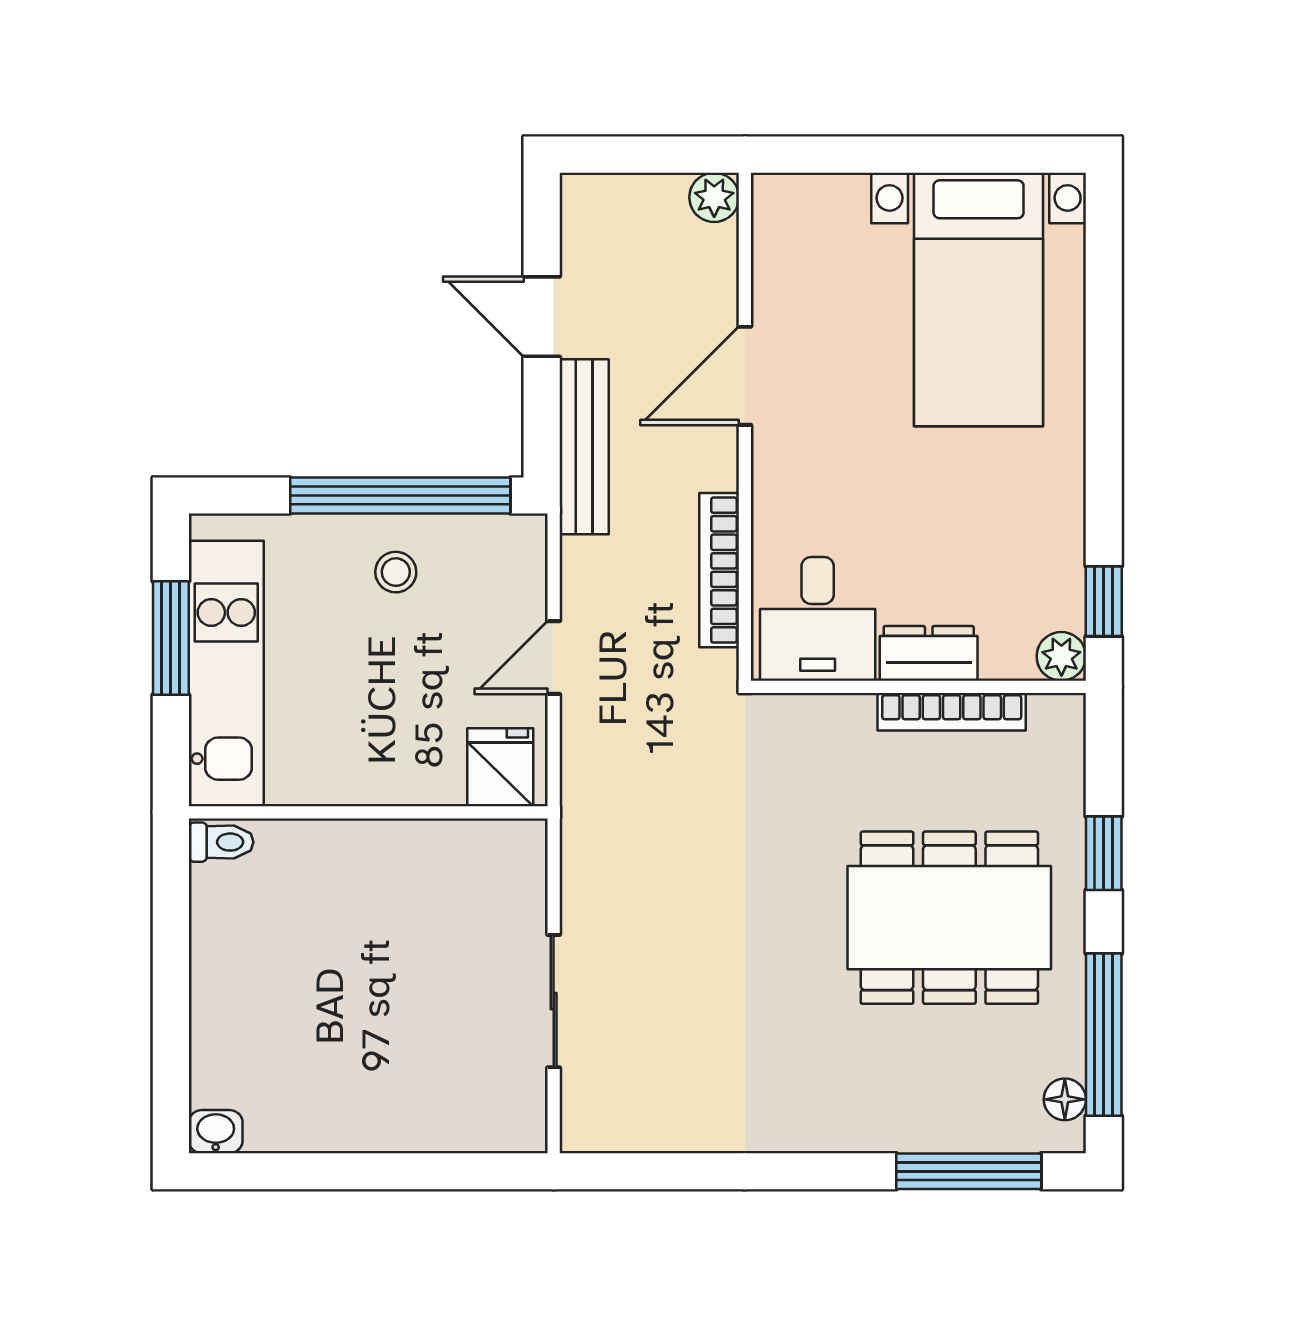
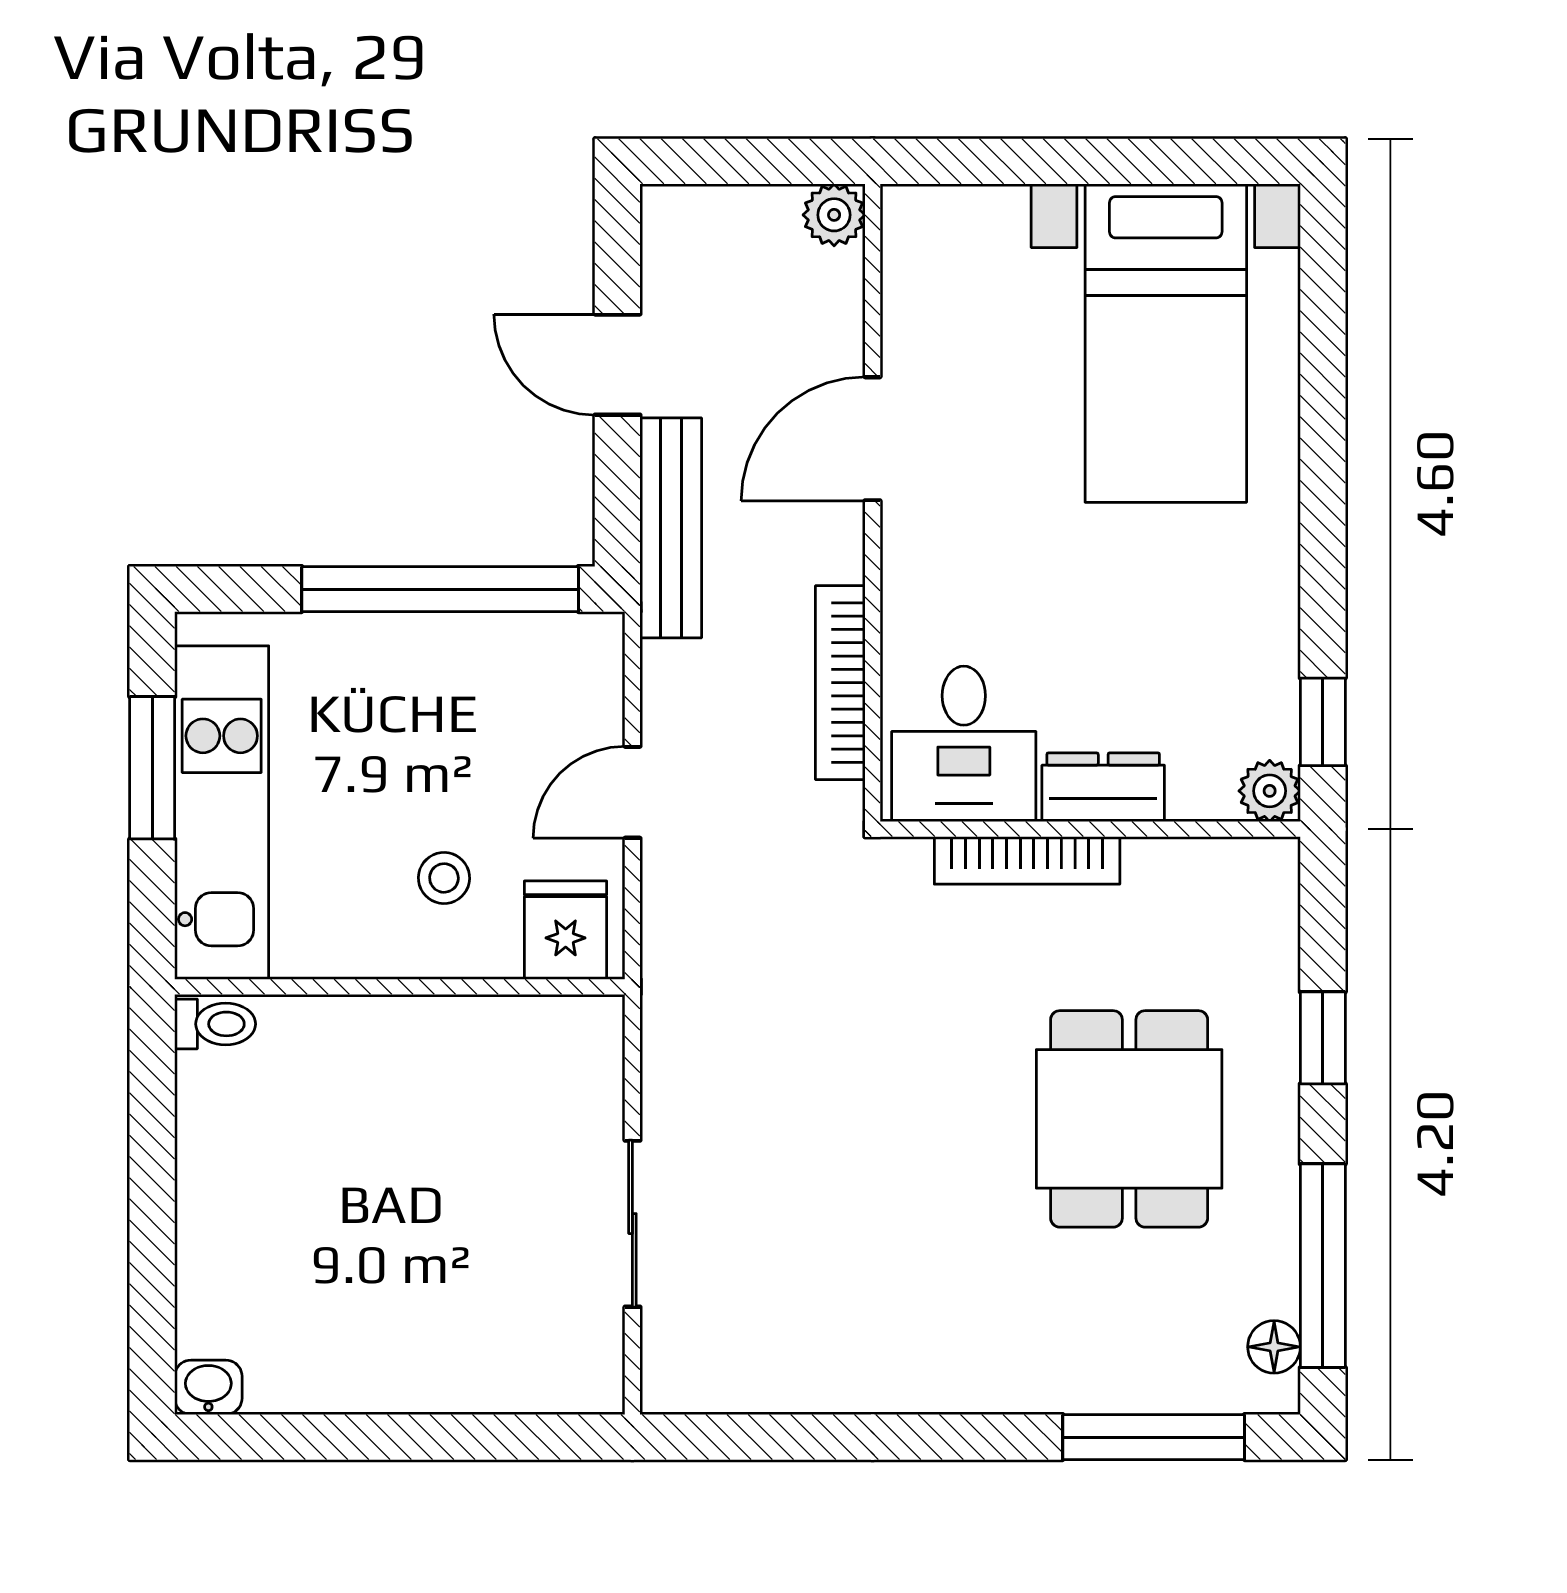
stool: (396, 572) -> (444, 878), moved
bookcase: (952, 712) -> (1027, 860), moved
dining table: (949, 918) -> (1129, 1119), width x0.73

